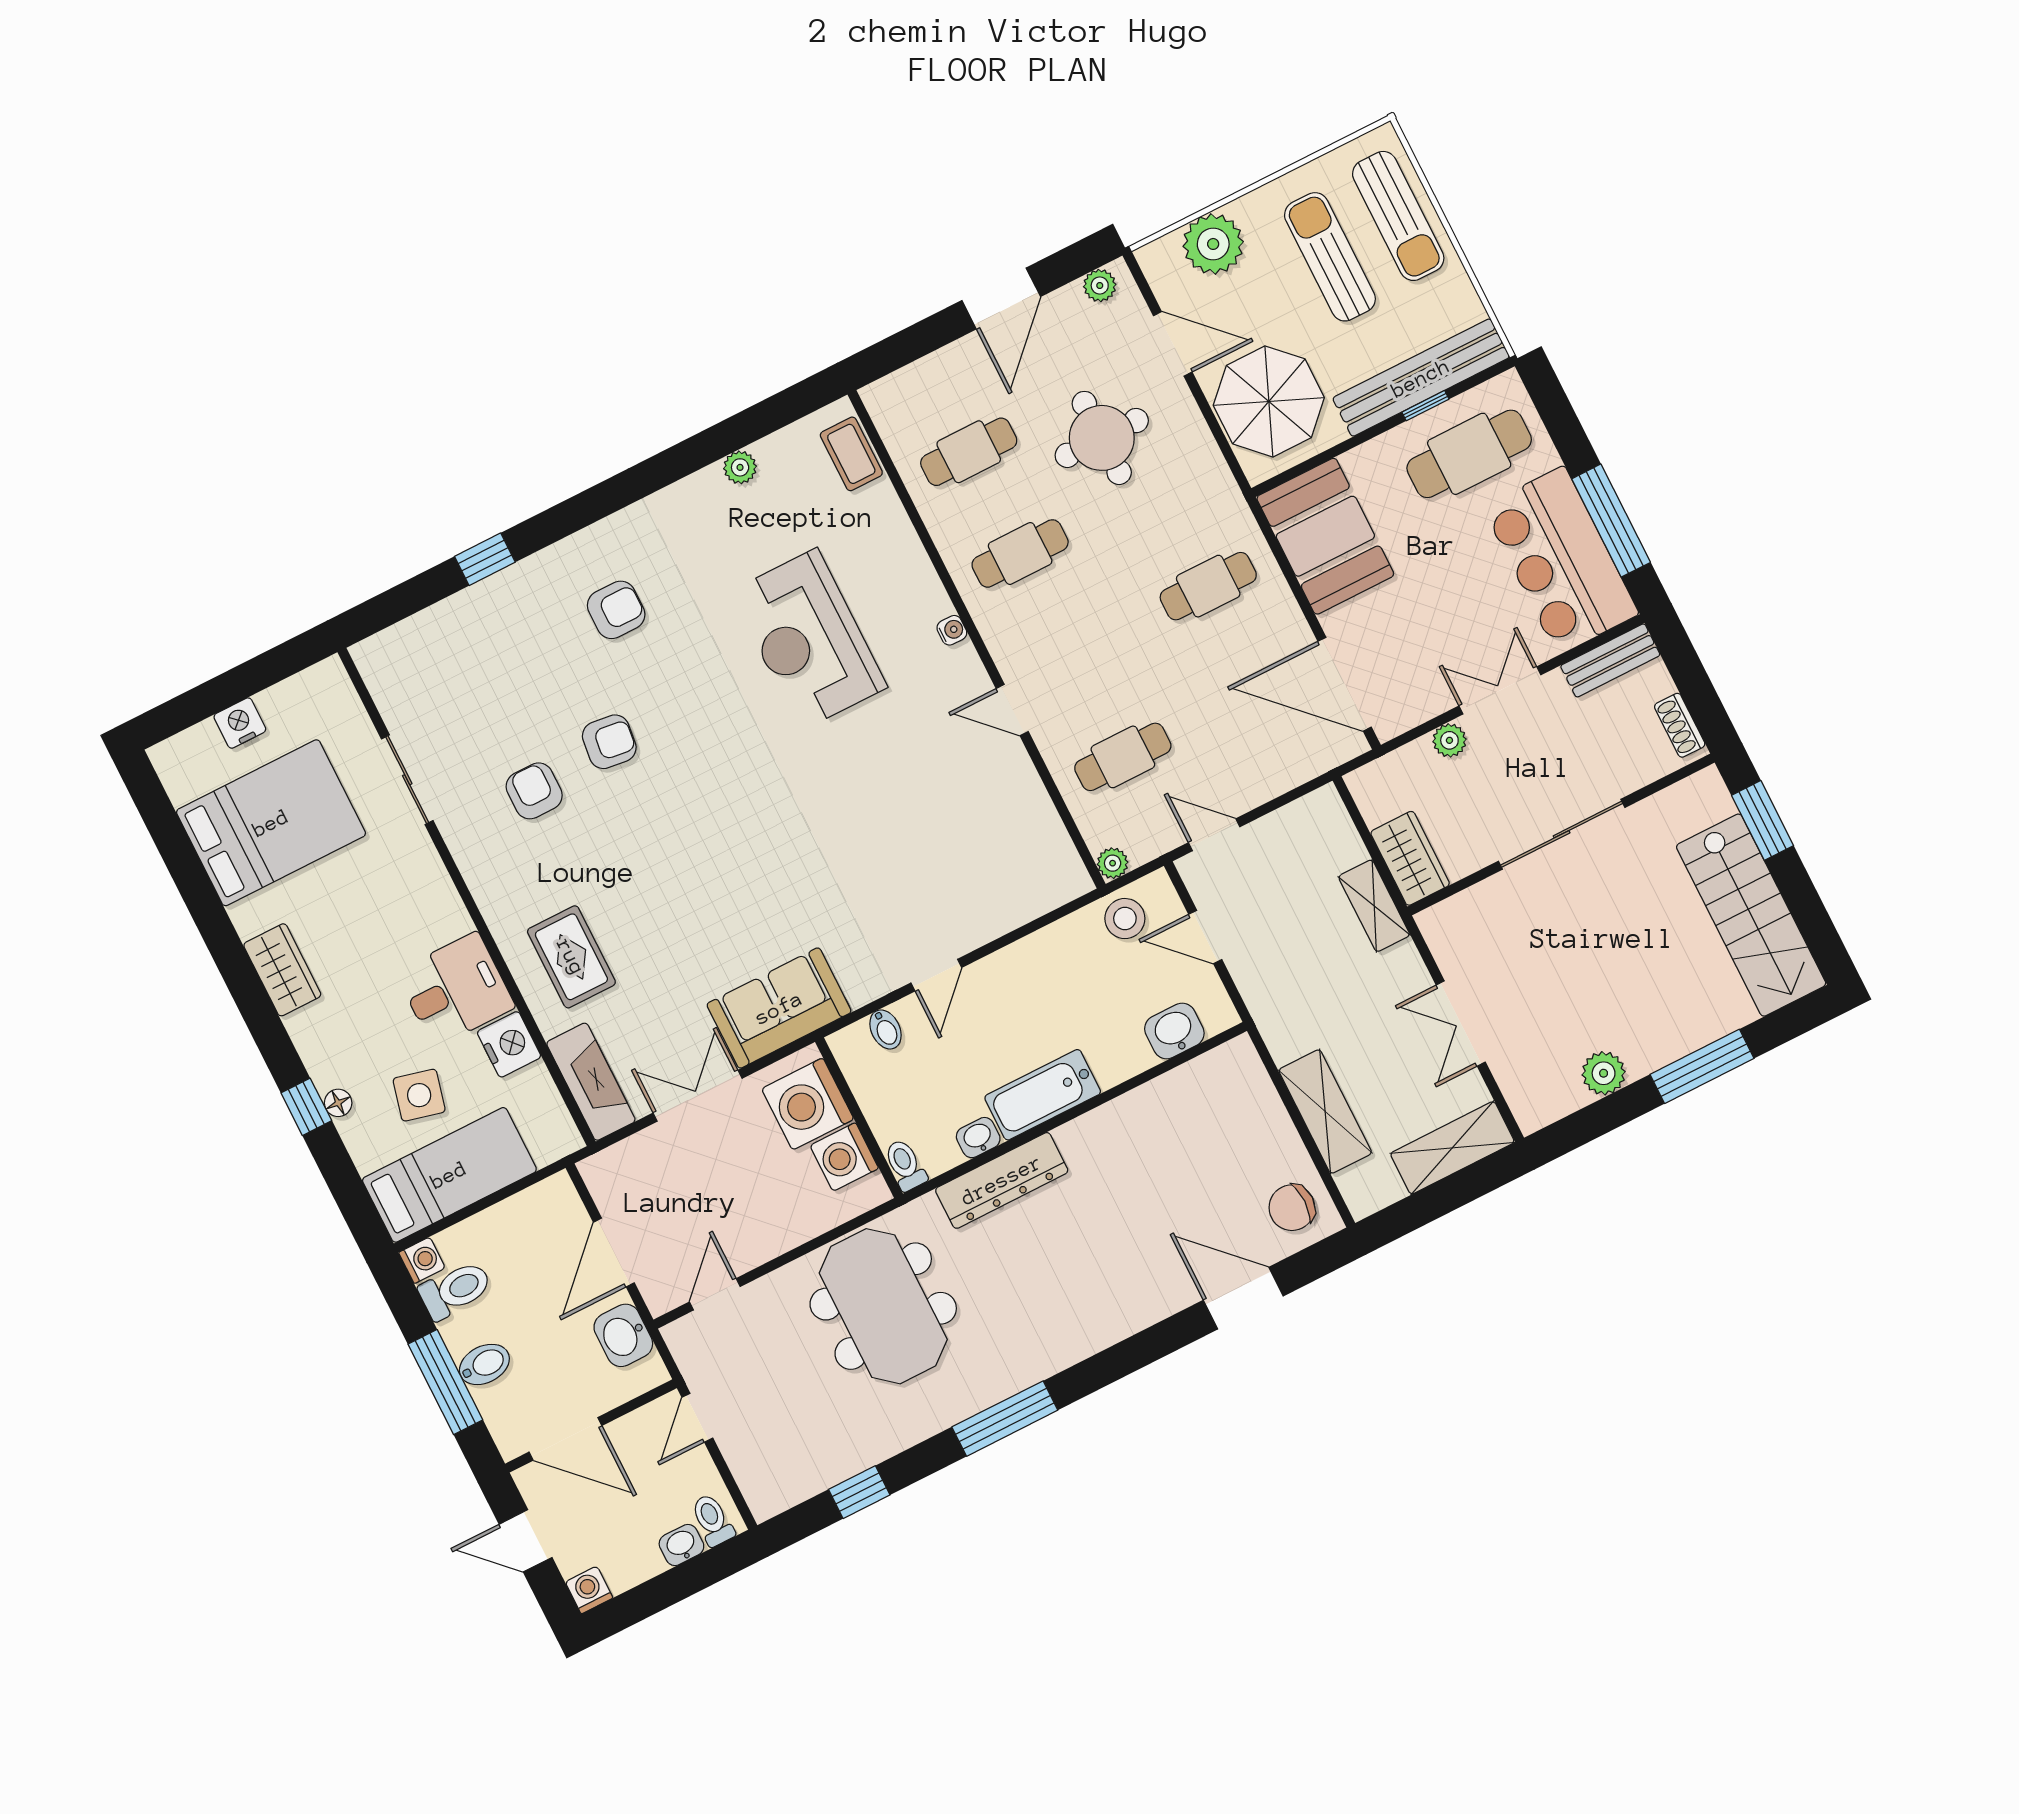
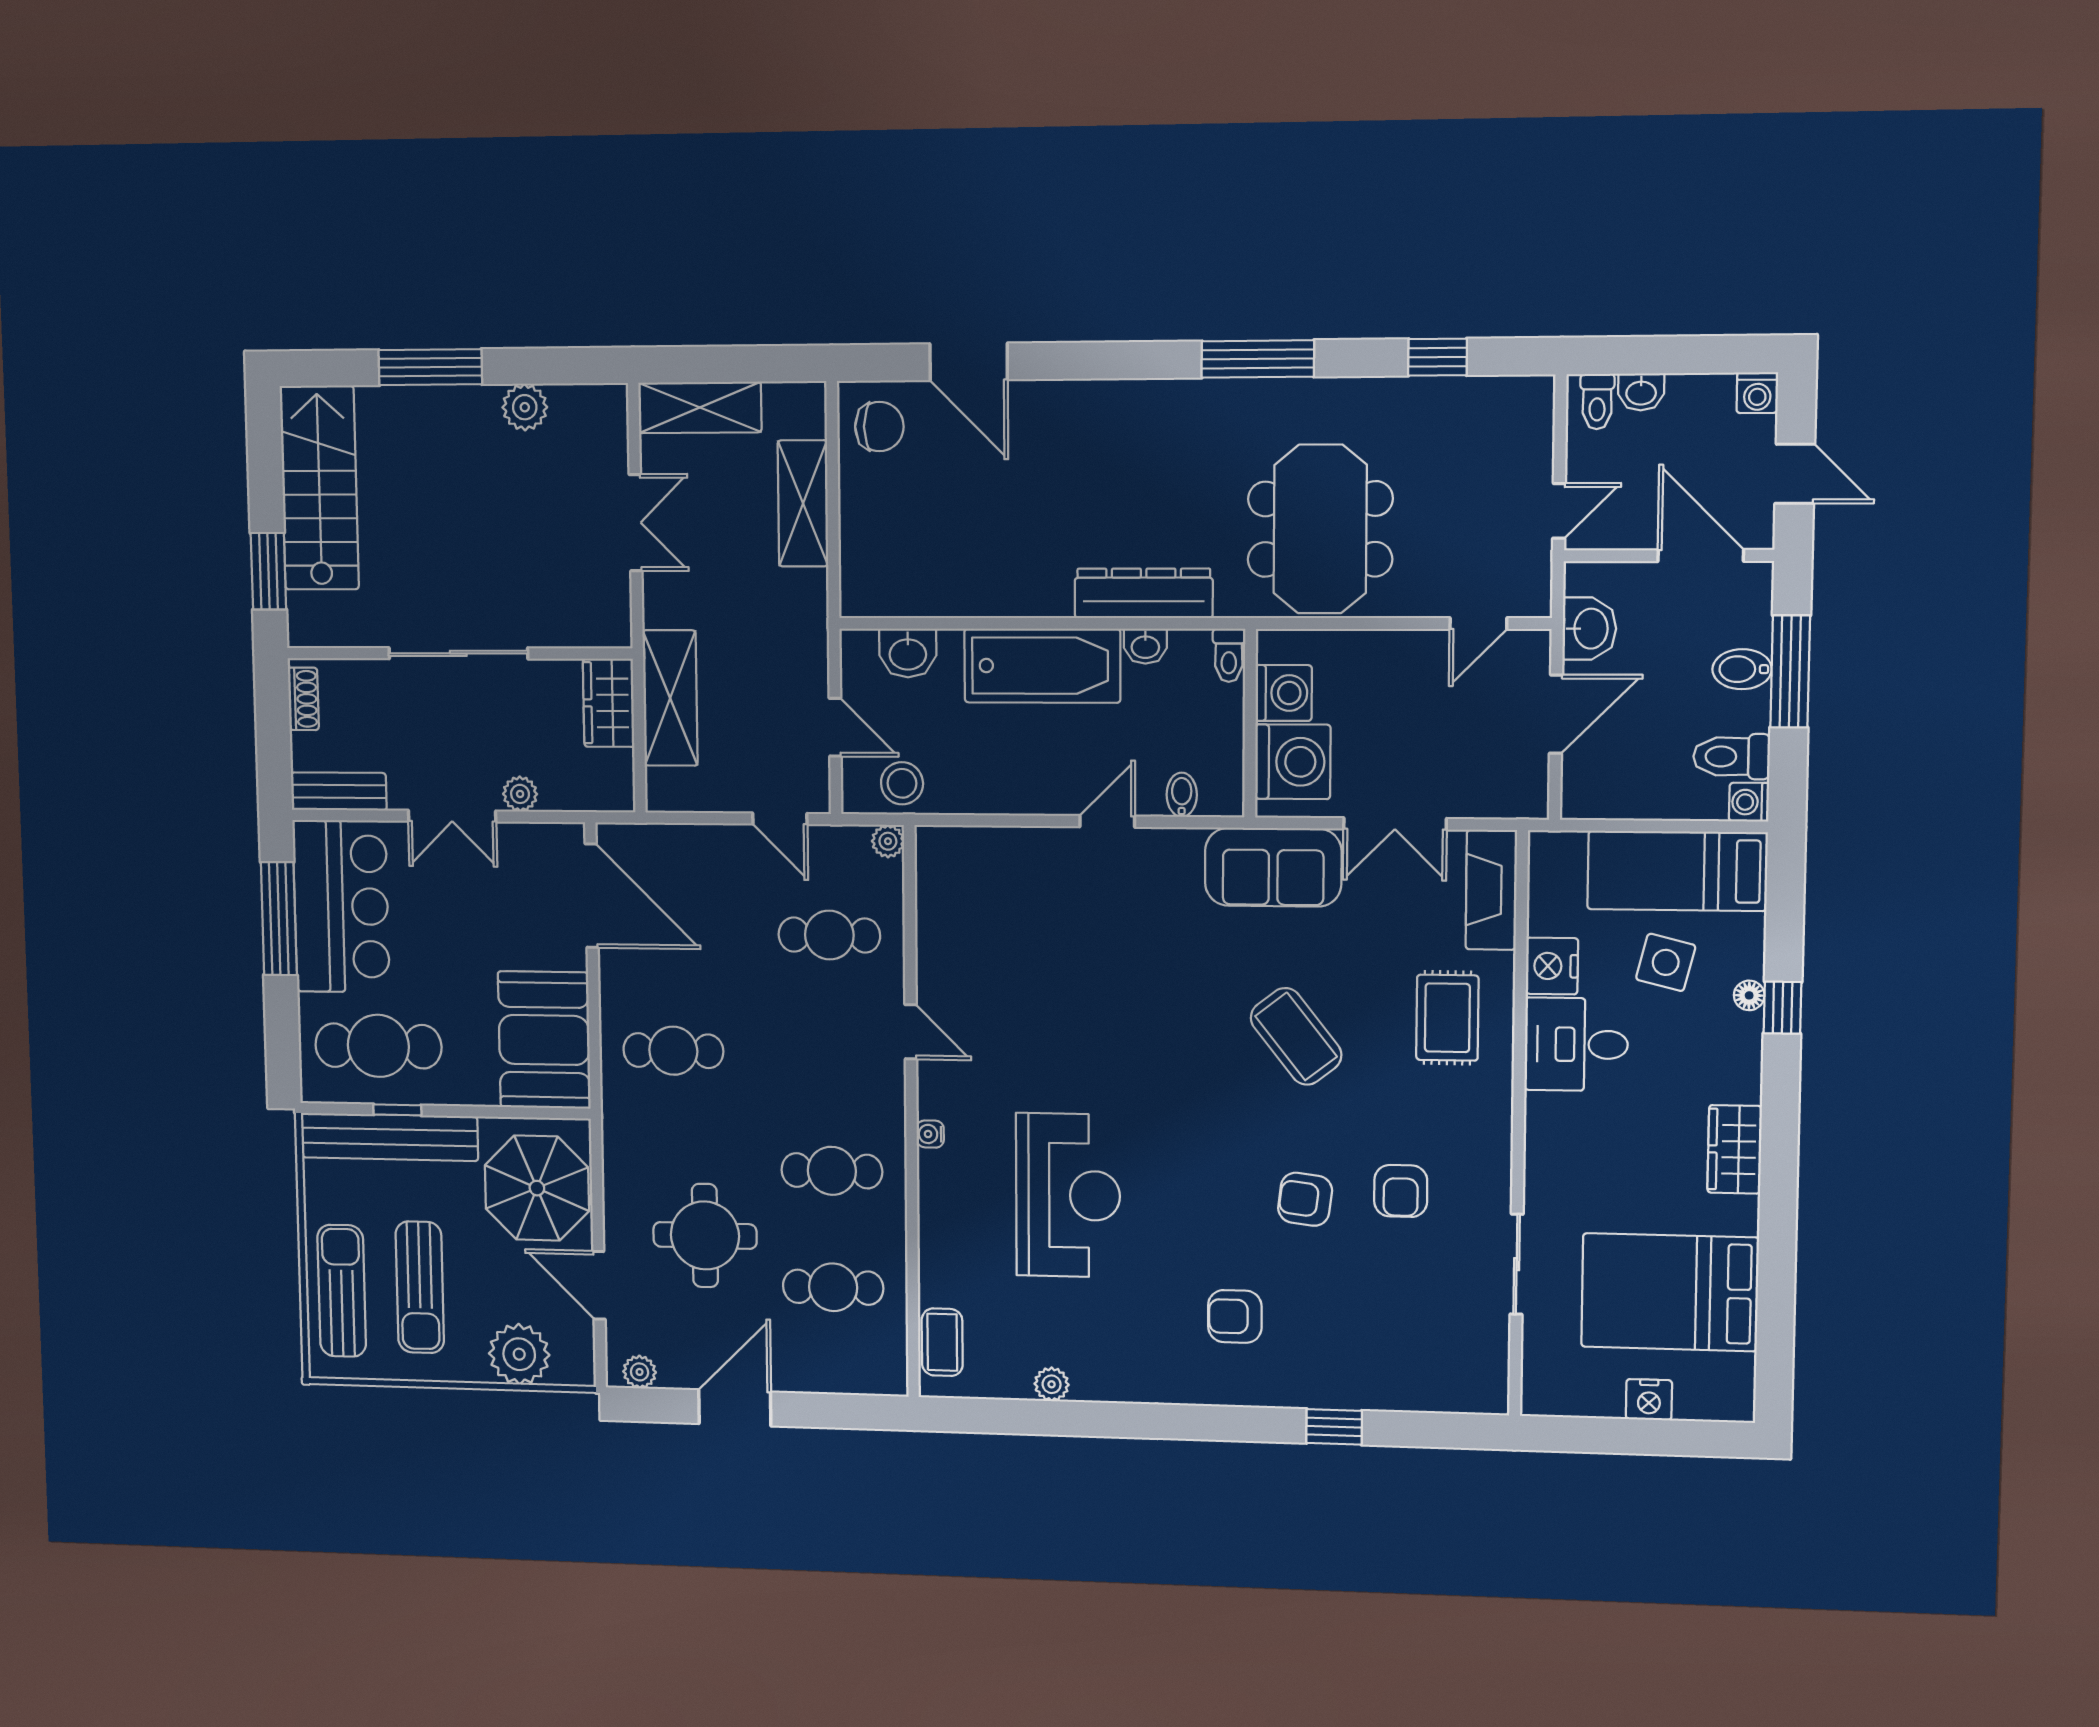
coffee table: (687, 876) -> (1296, 1036), added
shelving: (1374, 906) -> (670, 698), width x1.50, depth x1.33
bathtub: (1043, 1095) -> (1042, 666), width x1.36, depth x1.36

